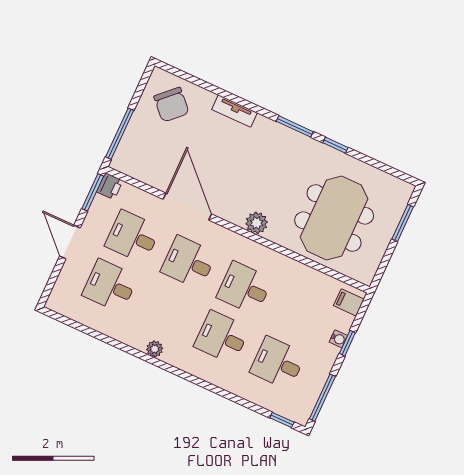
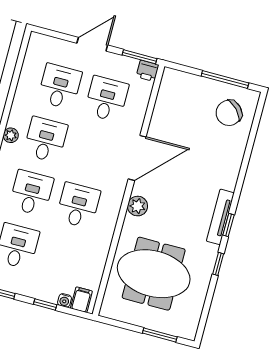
tv unit: (235, 111) -> (220, 217), moved, width x1.41
window: (295, 126) -> (228, 225), width x0.67
window: (120, 134) -> (225, 79), moved
door: (187, 207) -> (137, 158), moved
desk: (189, 262) -> (45, 140), moved
water cooler: (338, 339) -> (64, 300), moved

